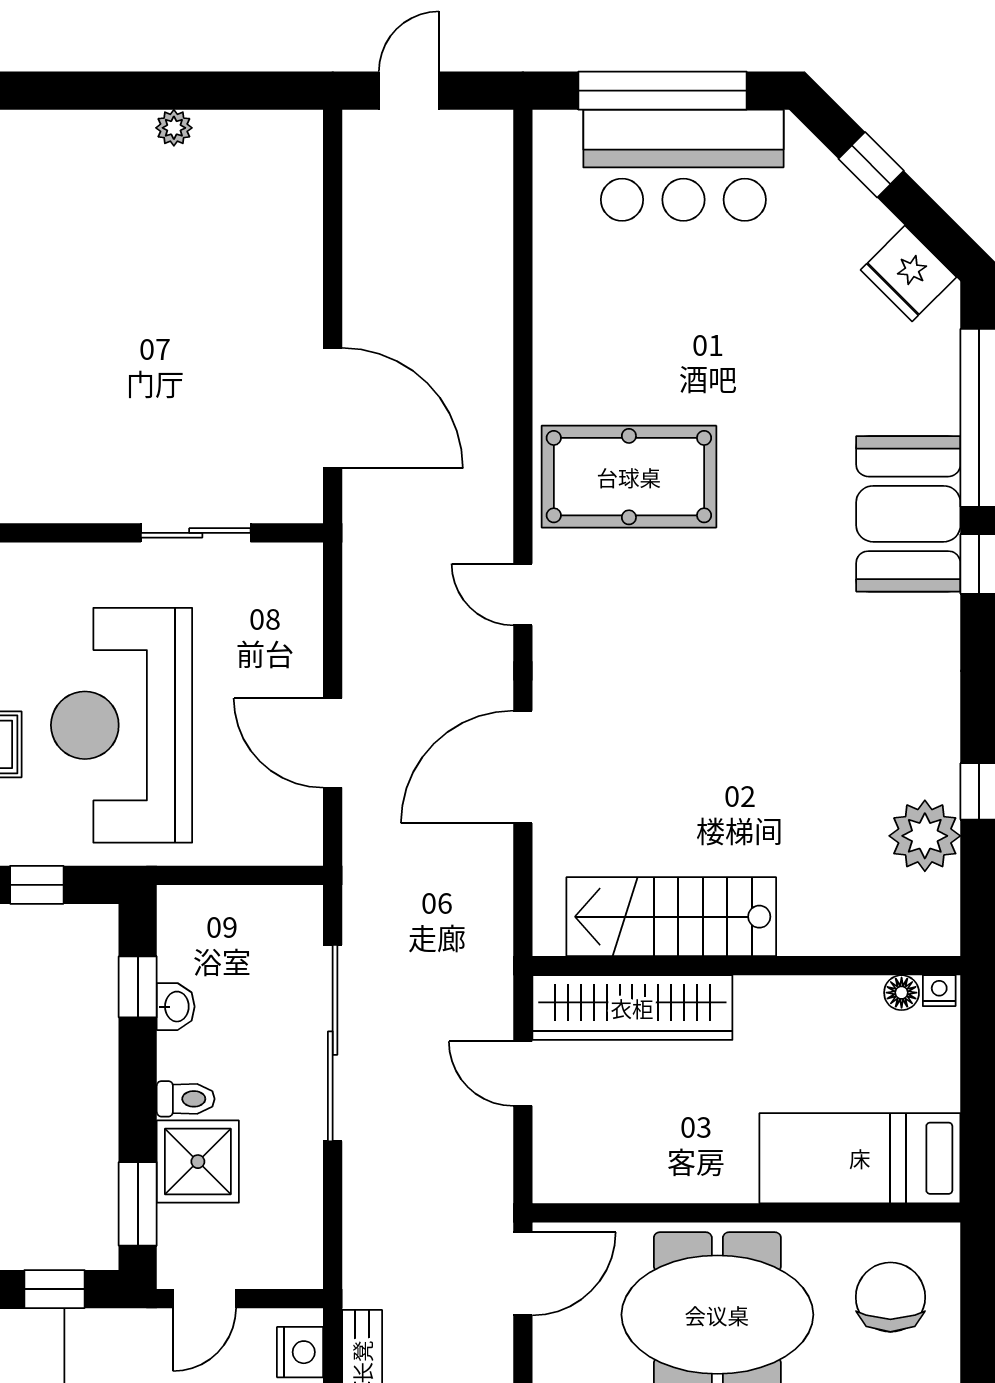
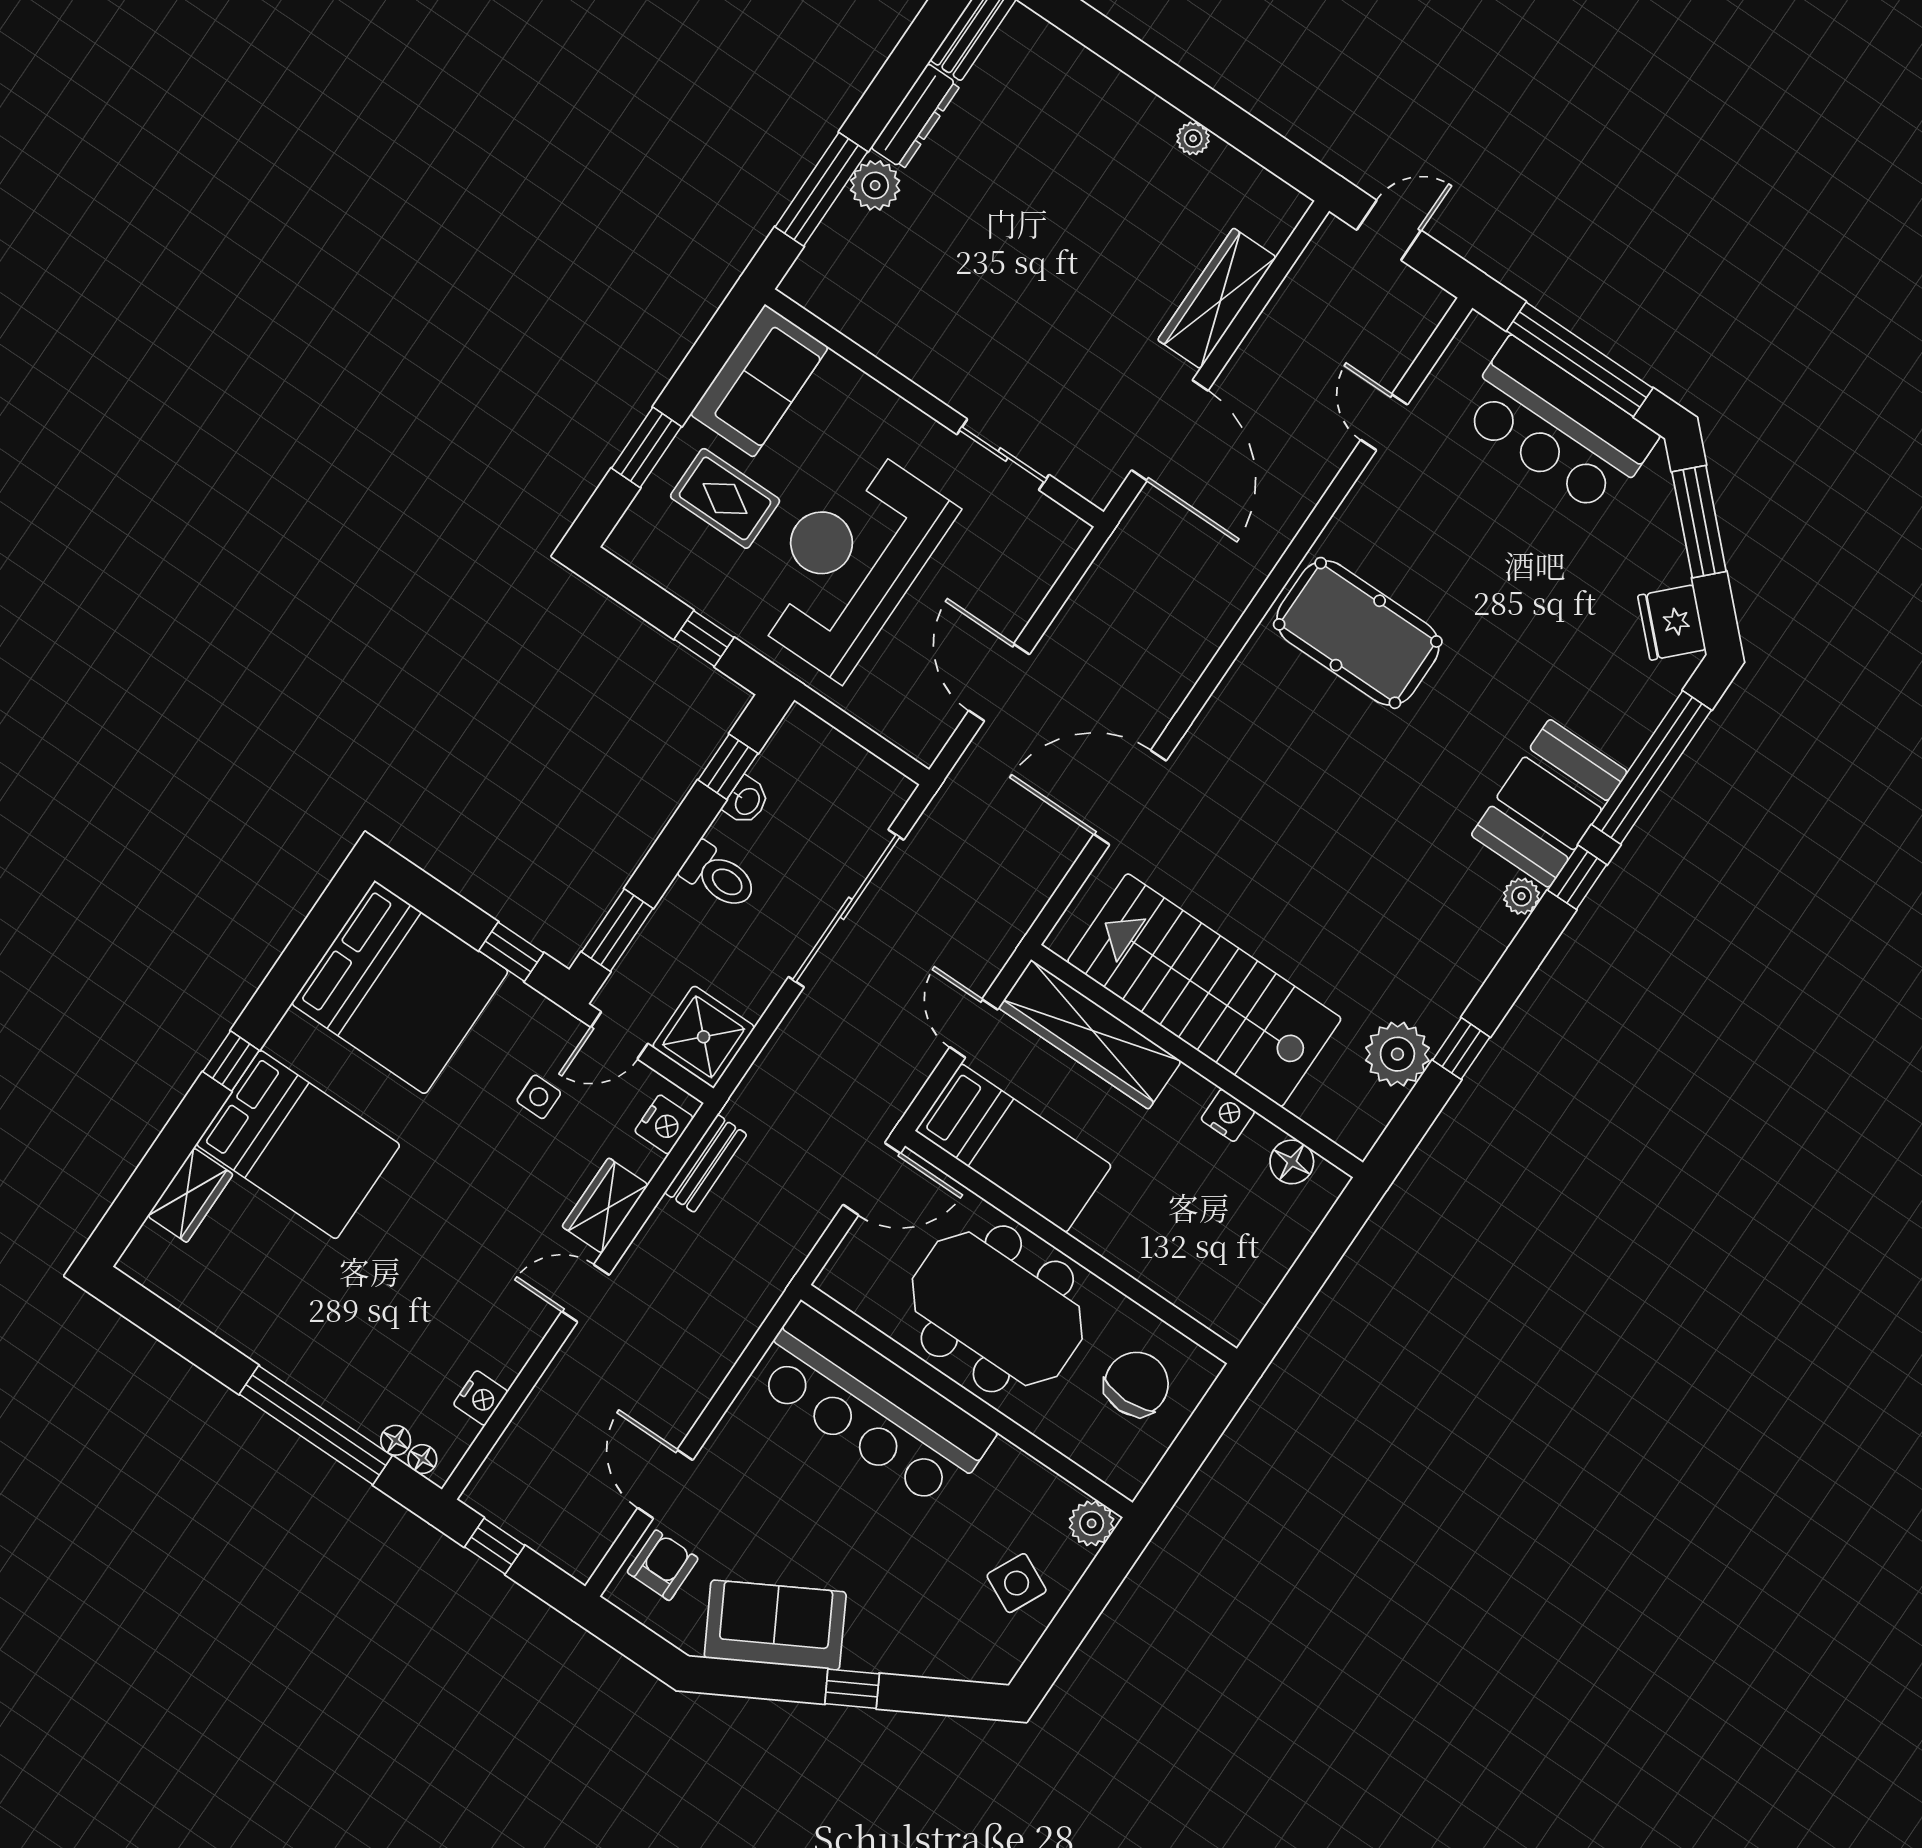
window: (871, 165) -> (1699, 522), width x2.17
wardrobe: (294, 259) -> (1217, 298), added
door: (523, 594) -> (1384, 422), moved
plant: (940, 615) -> (1522, 896), added
stairs: (671, 917) -> (1204, 990), width x1.36, depth x1.51
nightstand: (939, 991) -> (1228, 1115), moved, width x1.39, depth x1.35
floor lamp: (902, 993) -> (1292, 1162), width x1.37, depth x1.37
toilet: (186, 1099) -> (719, 876), width x1.37, depth x1.39
bed: (860, 1158) -> (1013, 1148), moved, turned 180
shower: (198, 1162) -> (704, 1037), moved

